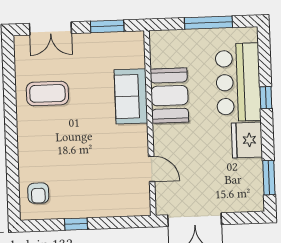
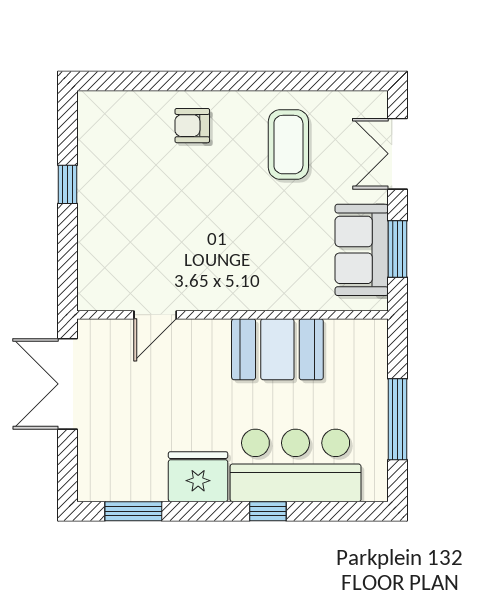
sofa: (131, 96) -> (362, 250), moved, turned -90
armchair: (38, 193) -> (192, 126), moved

